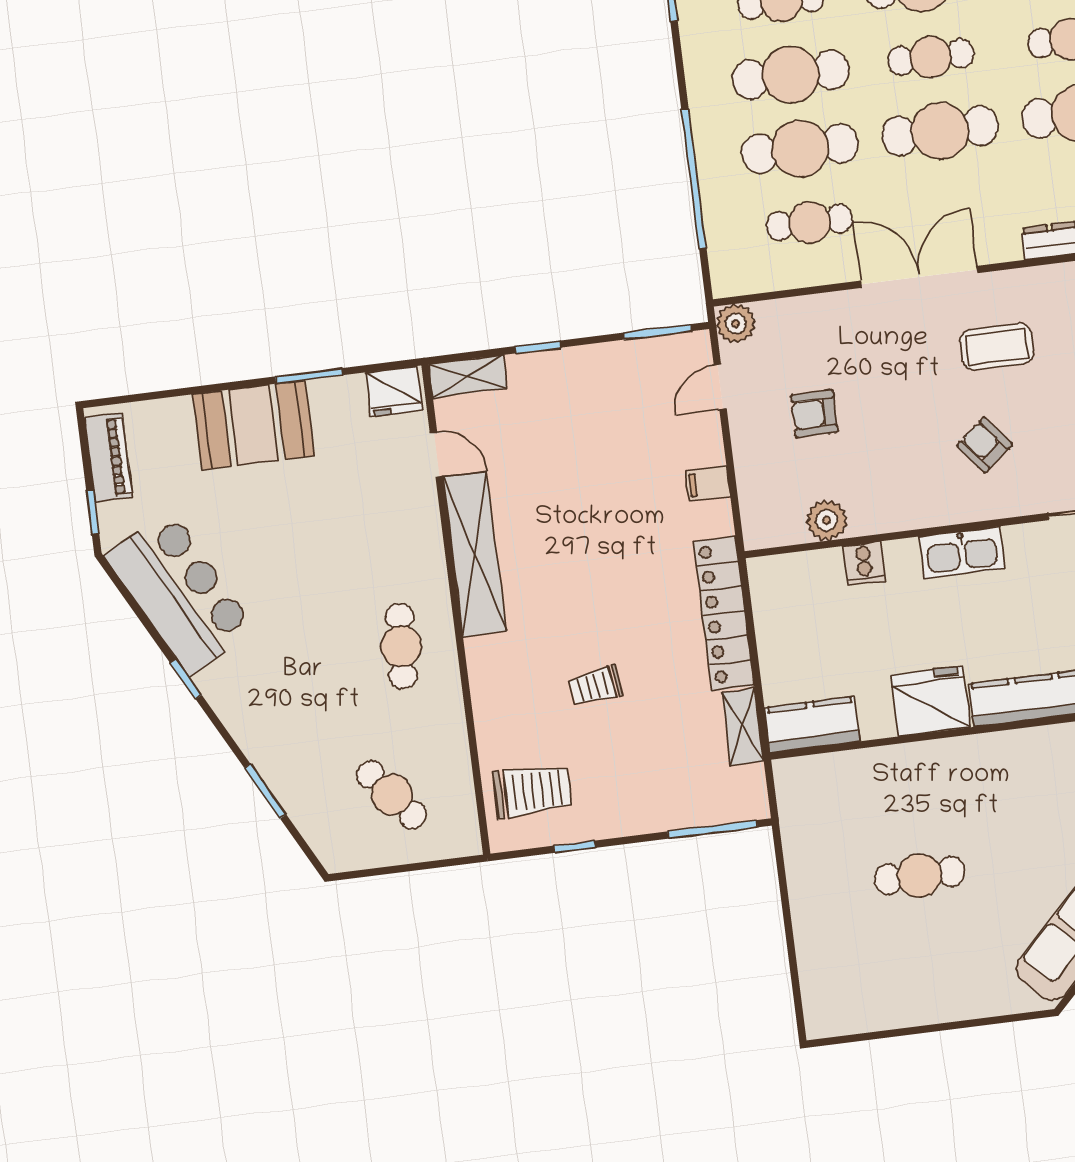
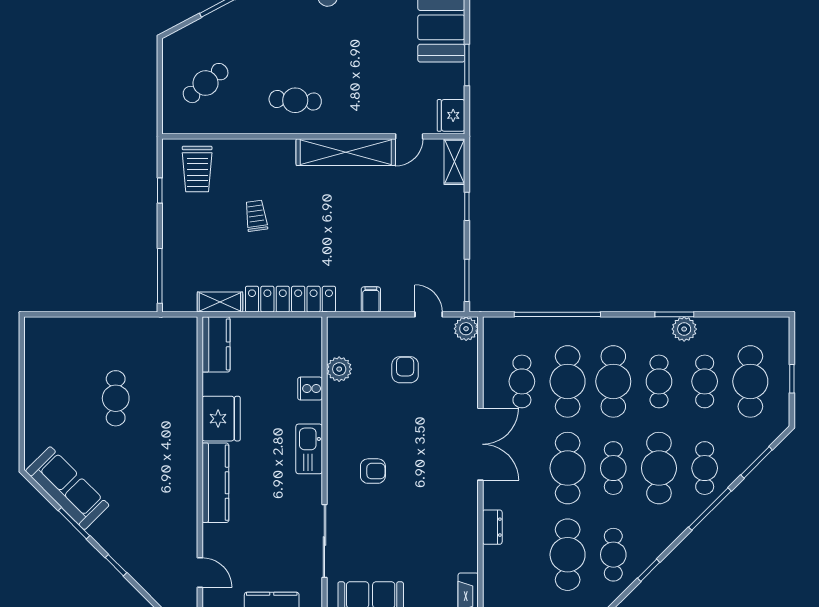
coffee table: (997, 347) -> (432, 486), removed
armchair: (985, 445) -> (373, 471), turned 39

